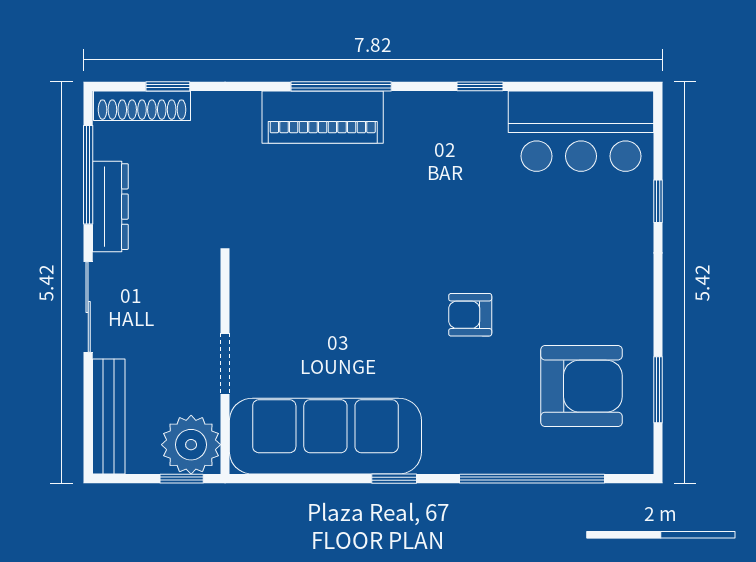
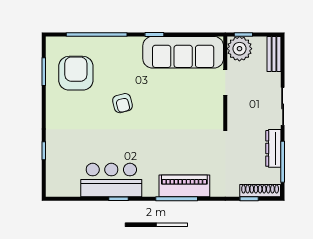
bar counter: (581, 131) -> (111, 180), moved
armchair: (470, 315) -> (123, 103), turned 76
armchair: (581, 386) -> (76, 73), turned 90
bench: (109, 417) -> (274, 54), width x0.73

